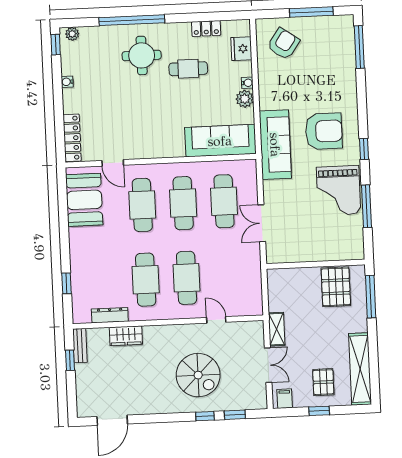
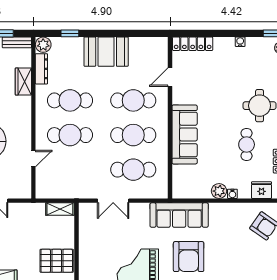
sofa: (220, 141) -> (185, 134), moved
booth: (84, 200) -> (106, 52), moved
double door: (262, 223) -> (113, 201), swing flipped
plant: (81, 314) -> (43, 45), added
shelving: (277, 329) -> (60, 209), moved

